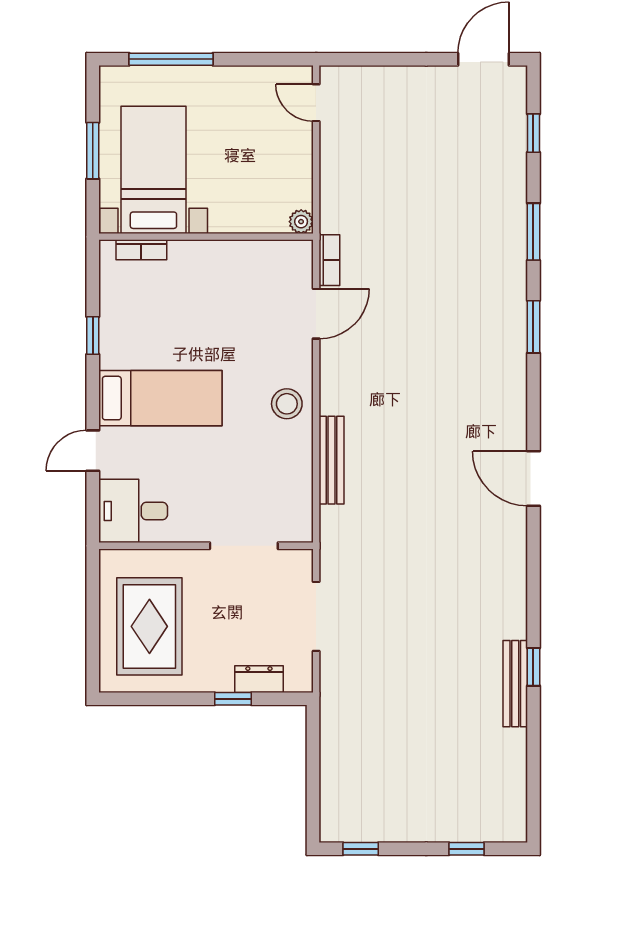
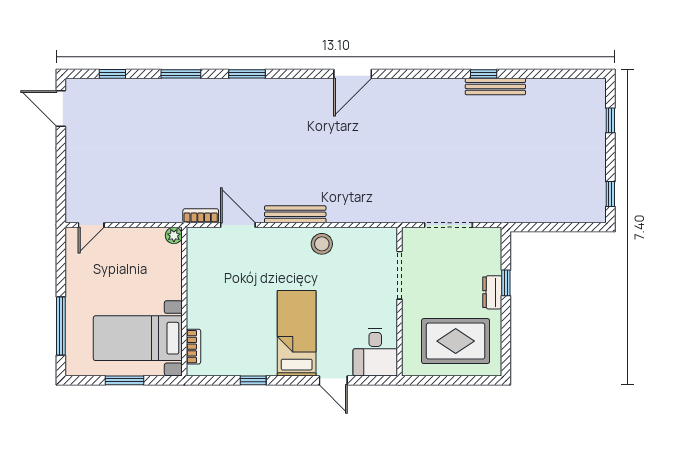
stool: (287, 404) -> (322, 244), moved
bench: (332, 460) -> (295, 214), moved
dresser: (259, 679) -> (492, 292), moved

